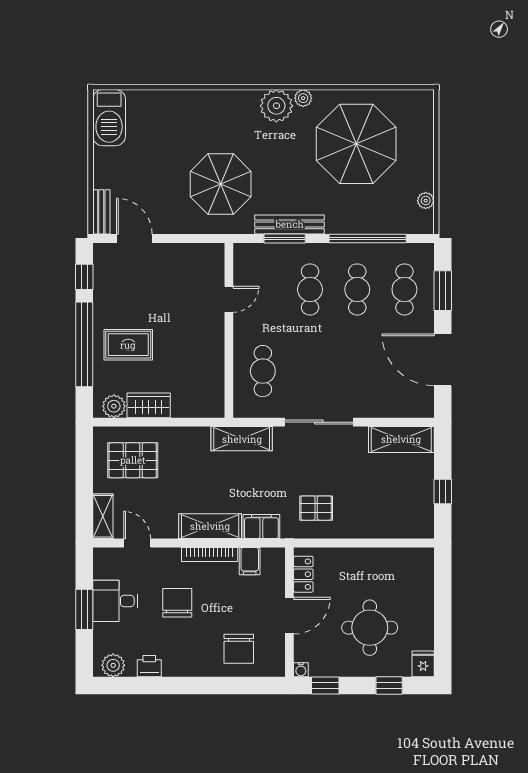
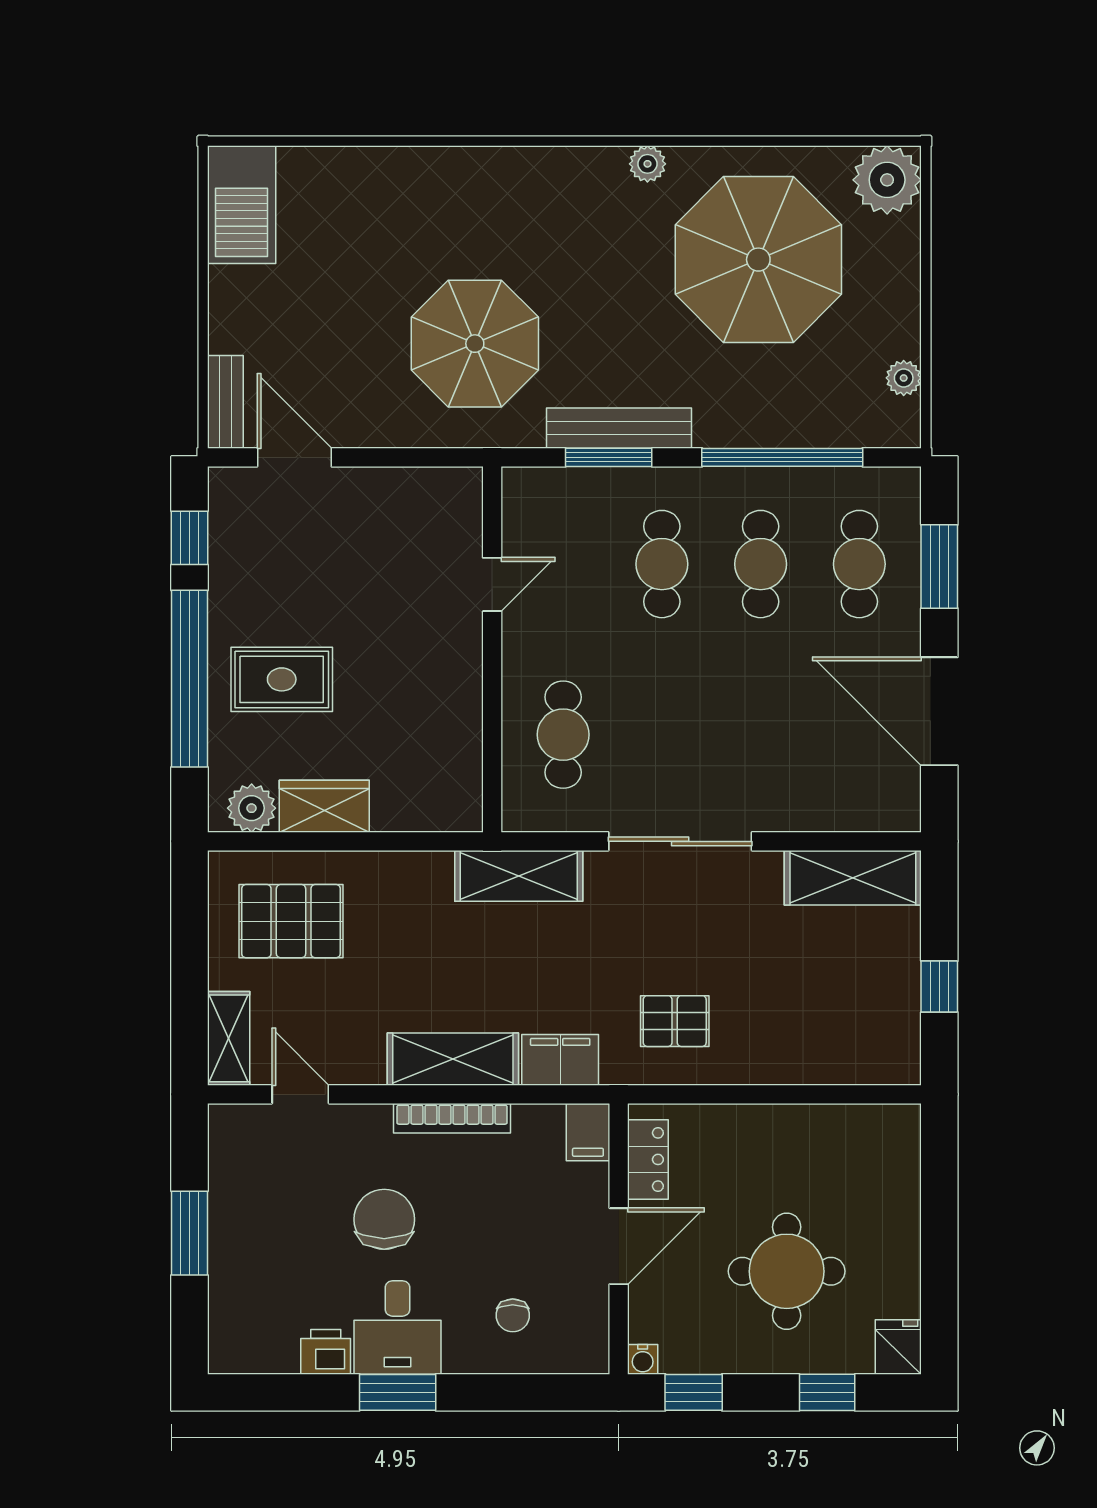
plant: (276, 106) -> (887, 180), moved
filing cabinet: (250, 561) -> (588, 1132), moved
desk: (115, 601) -> (397, 1328), moved, turned -90
chair: (239, 649) -> (513, 1315), width x0.54, depth x0.54
plant: (113, 665) -> (250, 1350), removed
window: (184, 686) -> (398, 1392), added

